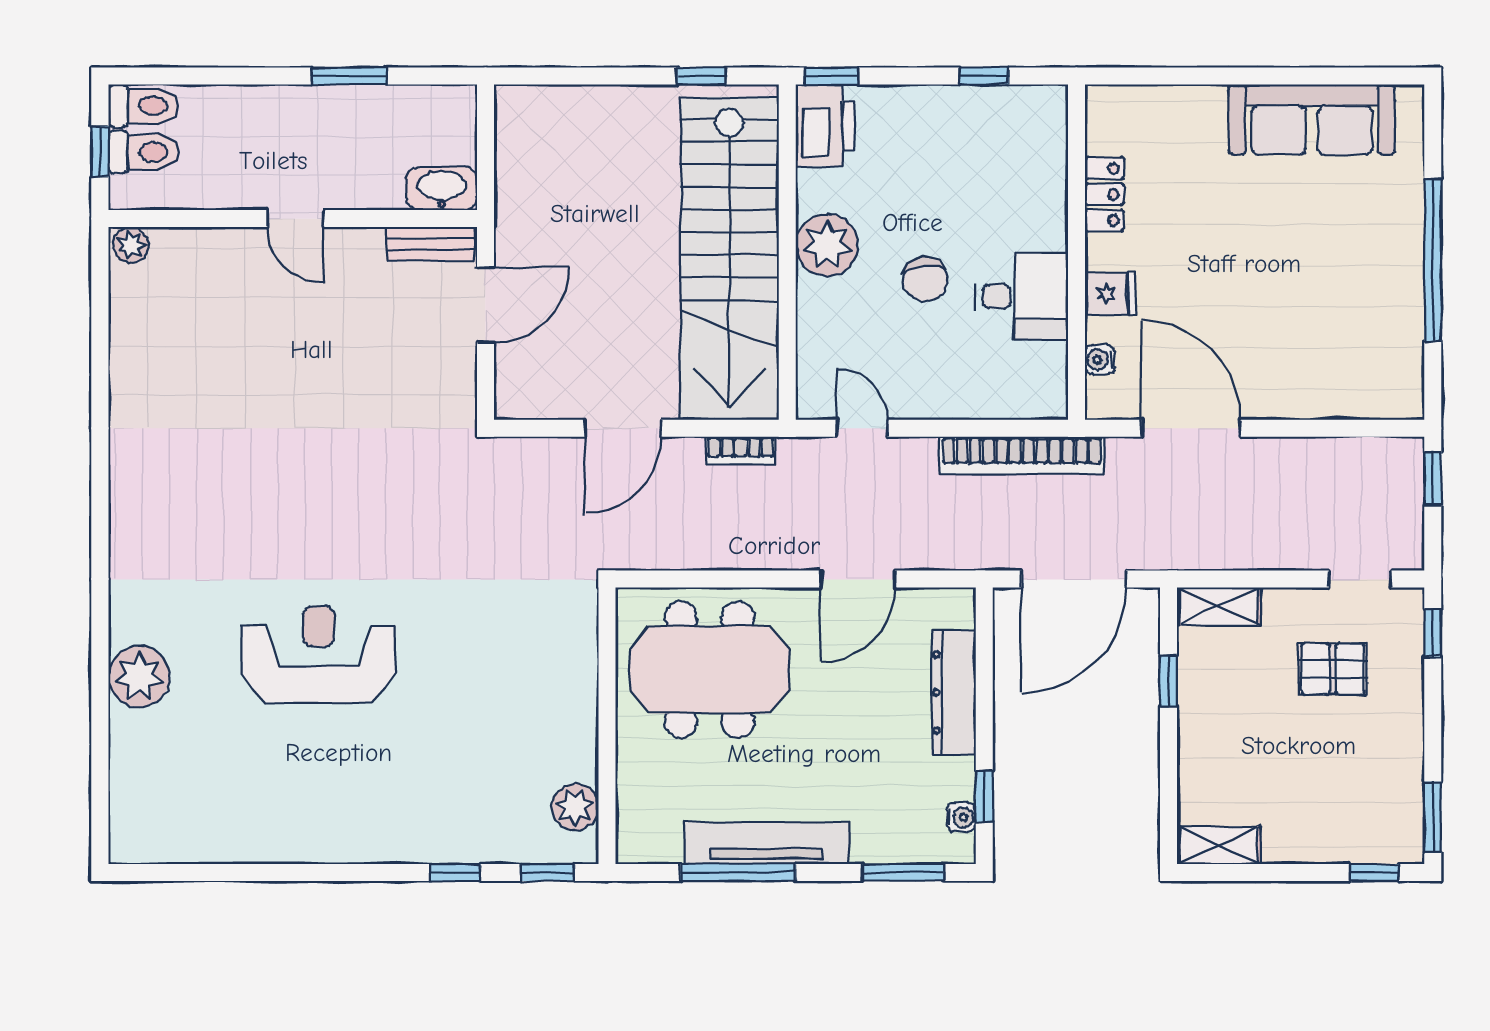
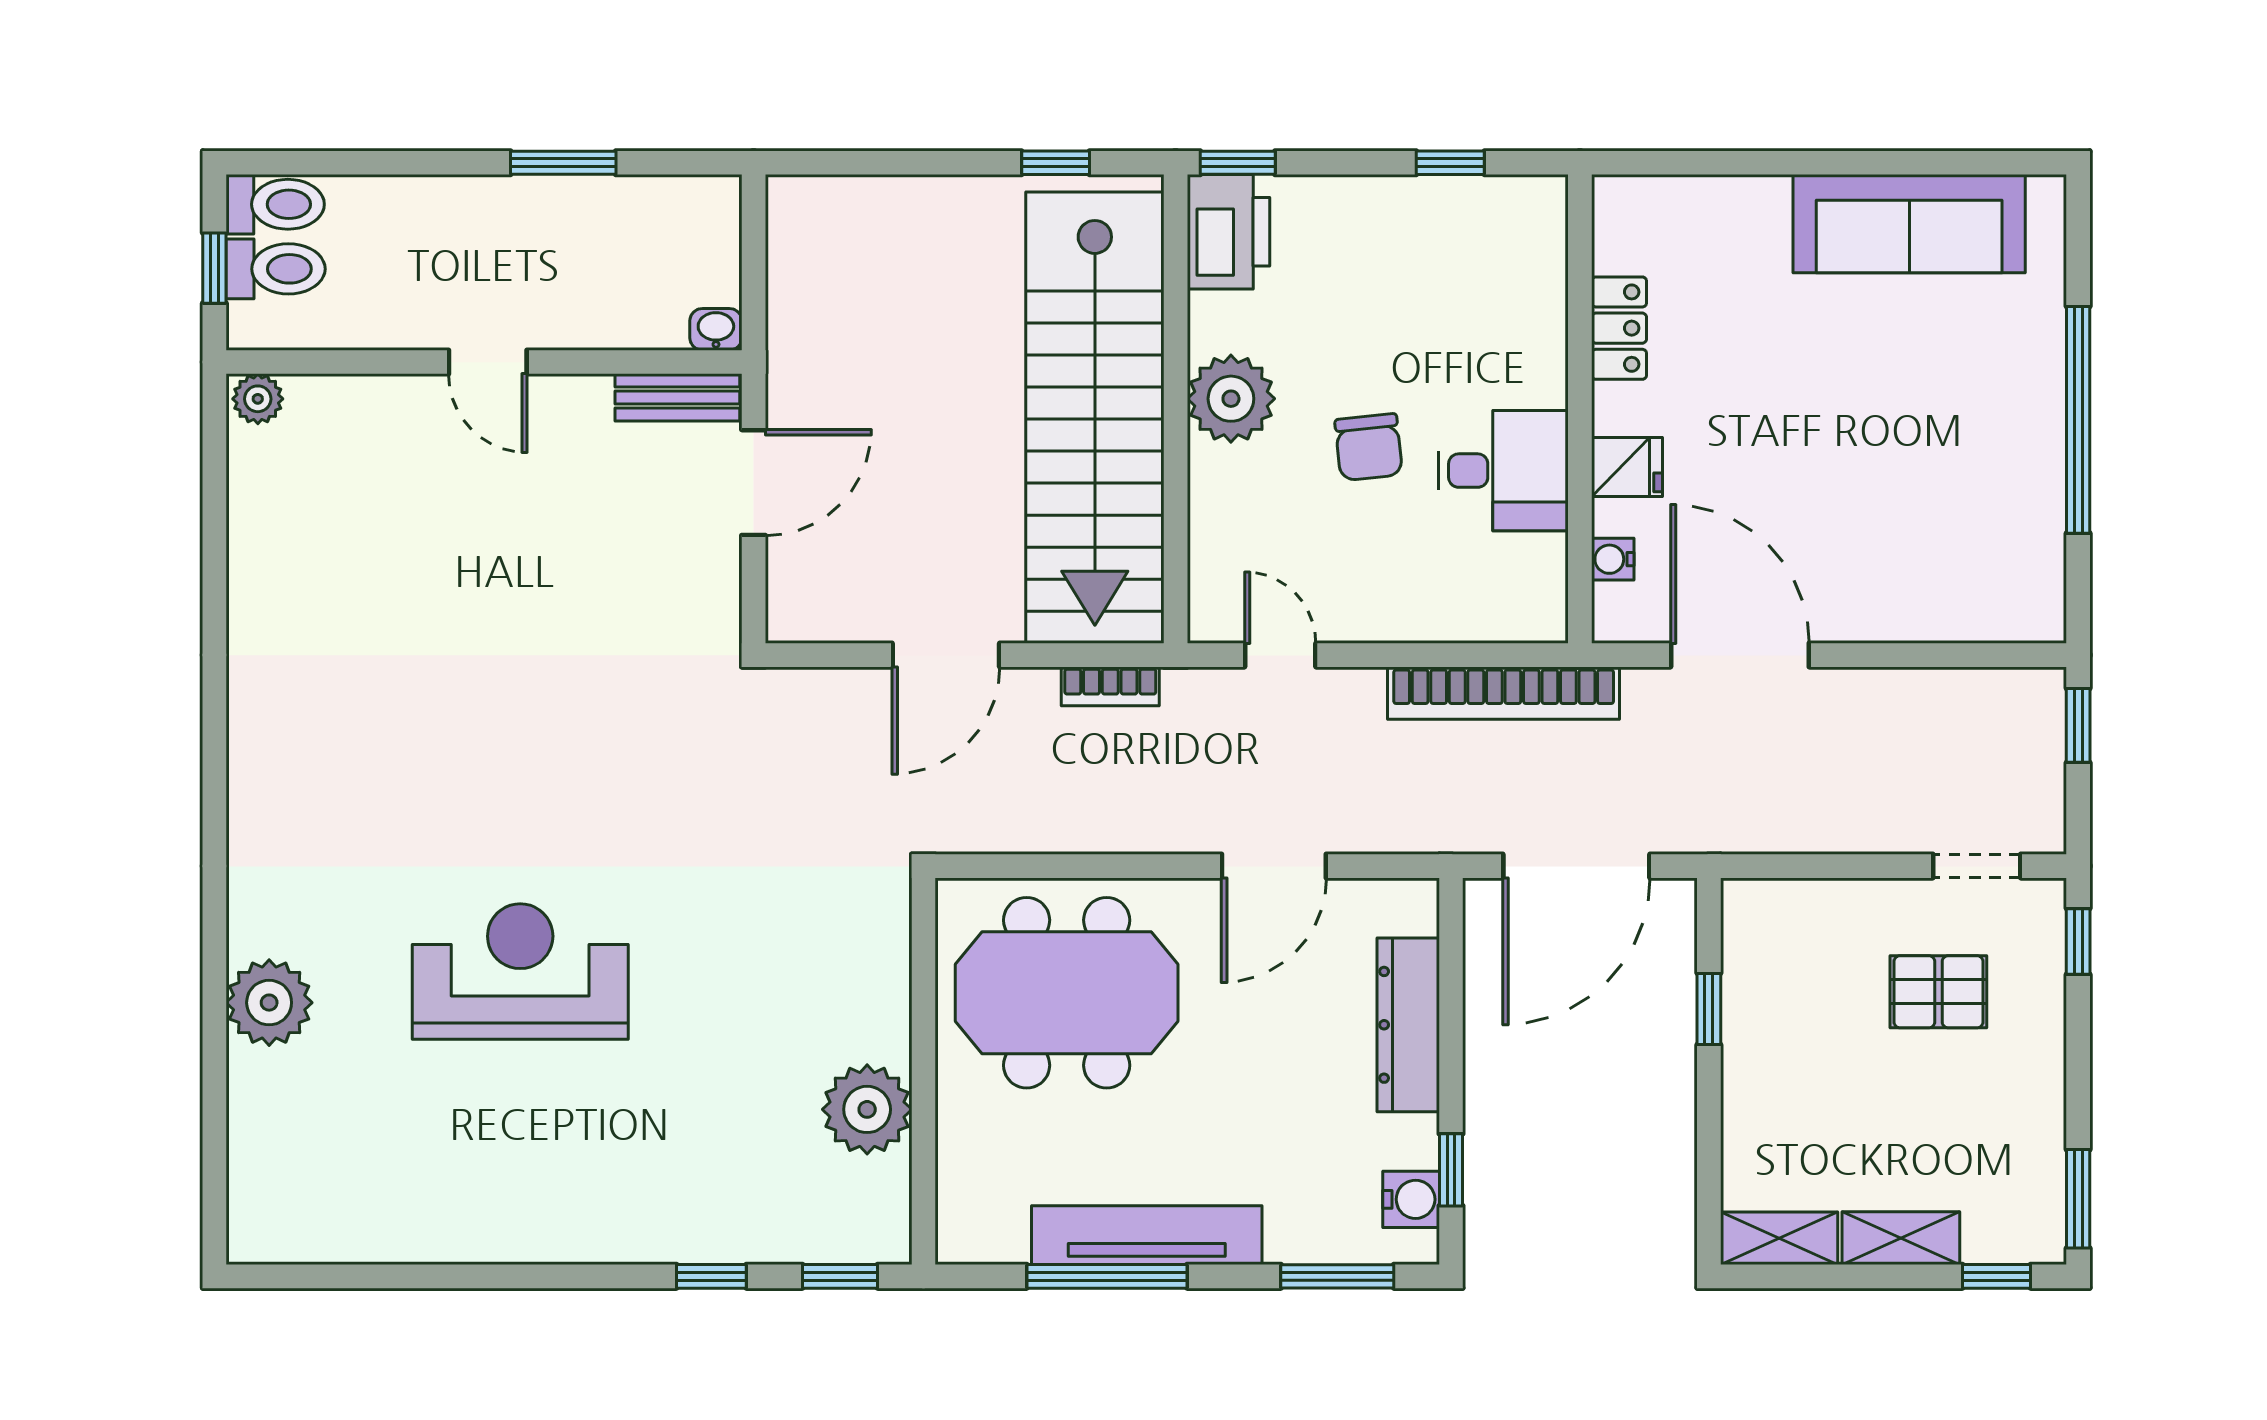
washbasin: (442, 189) -> (716, 329), width x0.52, depth x0.69
shelving: (1219, 606) -> (1901, 1238), moved
plant: (575, 807) -> (867, 1109), moved, width x1.36, depth x1.36
water cooler: (961, 817) -> (1411, 1199), width x1.38, depth x1.38

